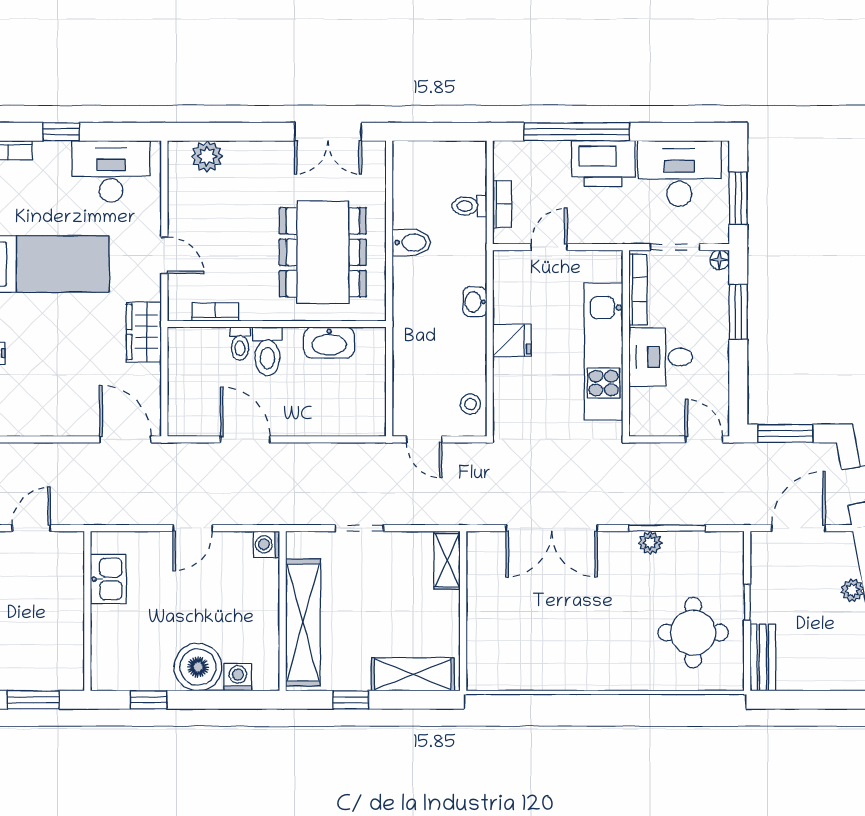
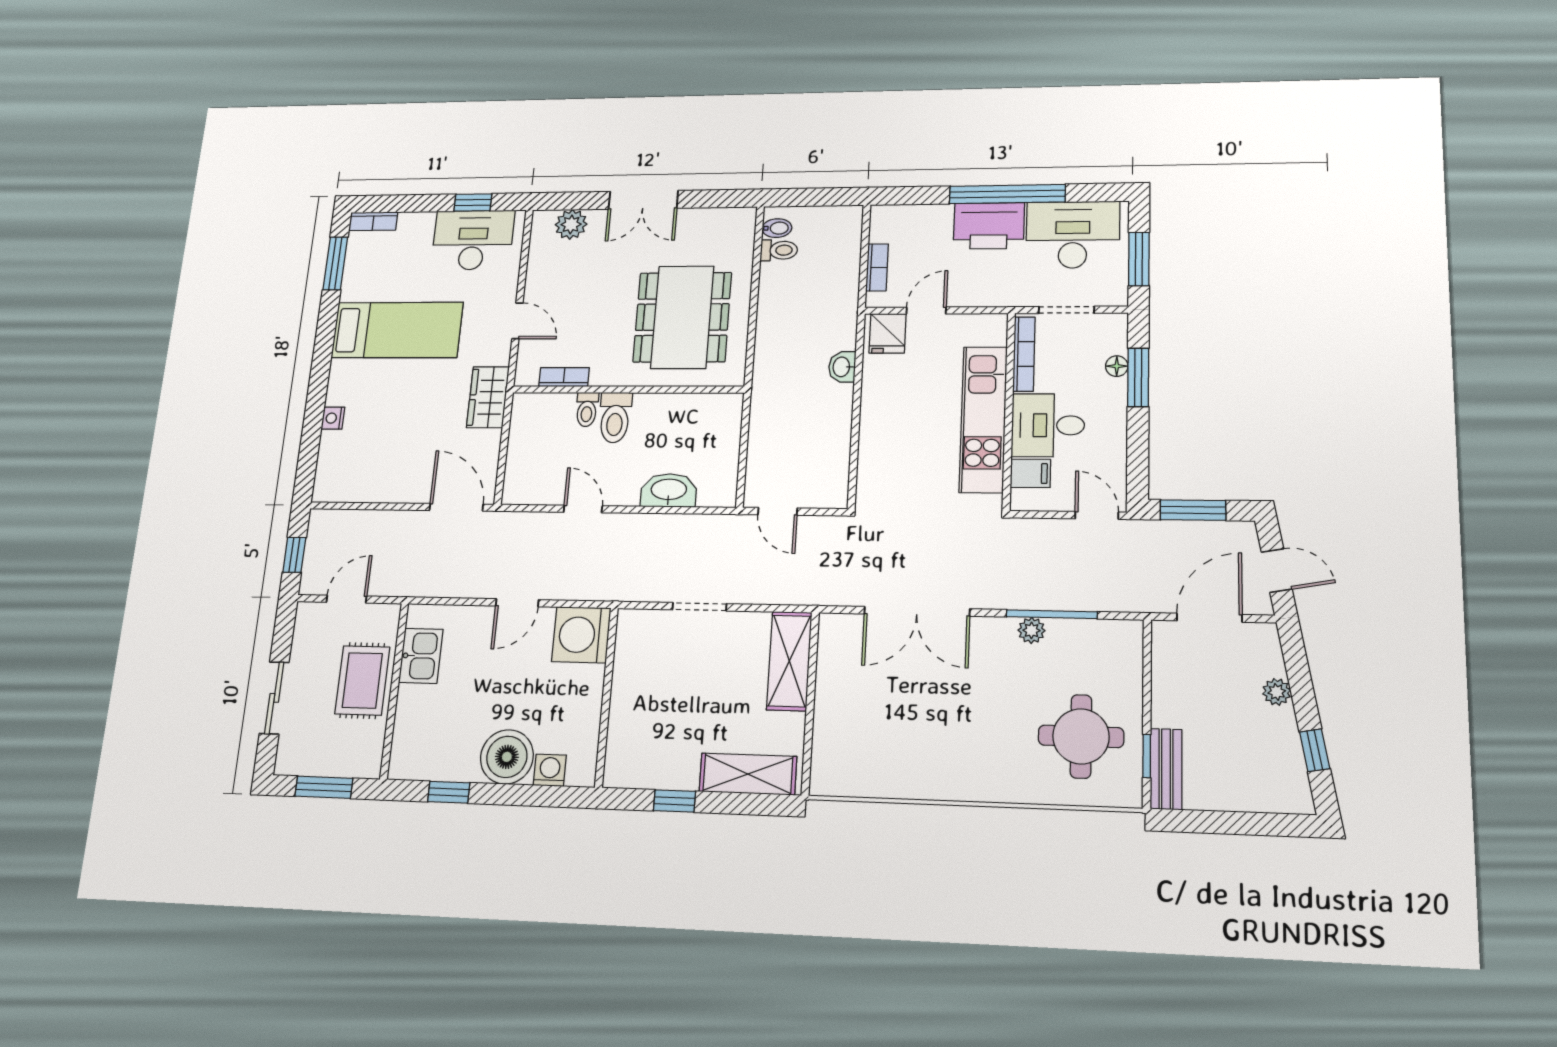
window: (61, 132) -> (473, 202), moved
double door: (328, 132) -> (643, 200), moved
window: (577, 132) -> (1007, 194), moved
toilet: (469, 206) -> (779, 250), moved, turned 180
bidet: (411, 243) -> (777, 228), moved, width x0.72, depth x0.74
floor lamp: (720, 260) -> (1117, 366), moved
fridge: (512, 341) -> (888, 333), moved, turned 90
washbasin: (329, 343) -> (669, 490), moved, turned 180
filing cabinet: (646, 402) -> (1030, 473), added
stool: (470, 404) -> (831, 474), removed
door: (245, 439) -> (583, 509), width x0.73
washing machine: (266, 544) -> (581, 635), width x1.89, depth x1.89
shelving: (447, 560) -> (789, 661), width x1.50, depth x1.33
window: (747, 602) -> (1147, 756), moved
rug: (56, 603) -> (362, 680), added
shelving: (303, 623) -> (628, 710), removed

